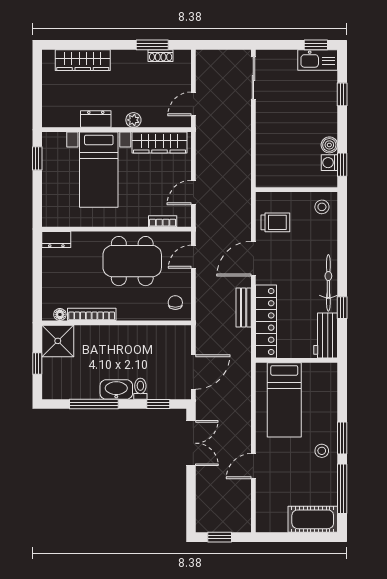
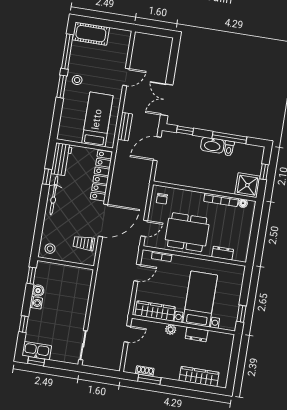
washing machine: (329, 163) -> (36, 303), moved
dresser: (56, 239) -> (223, 253), moved
door: (253, 259) -> (103, 220), width x1.36
bench: (244, 307) -> (125, 127), moved
toilet: (140, 389) -> (229, 148), moved
window: (220, 537) -> (157, 32), removed

